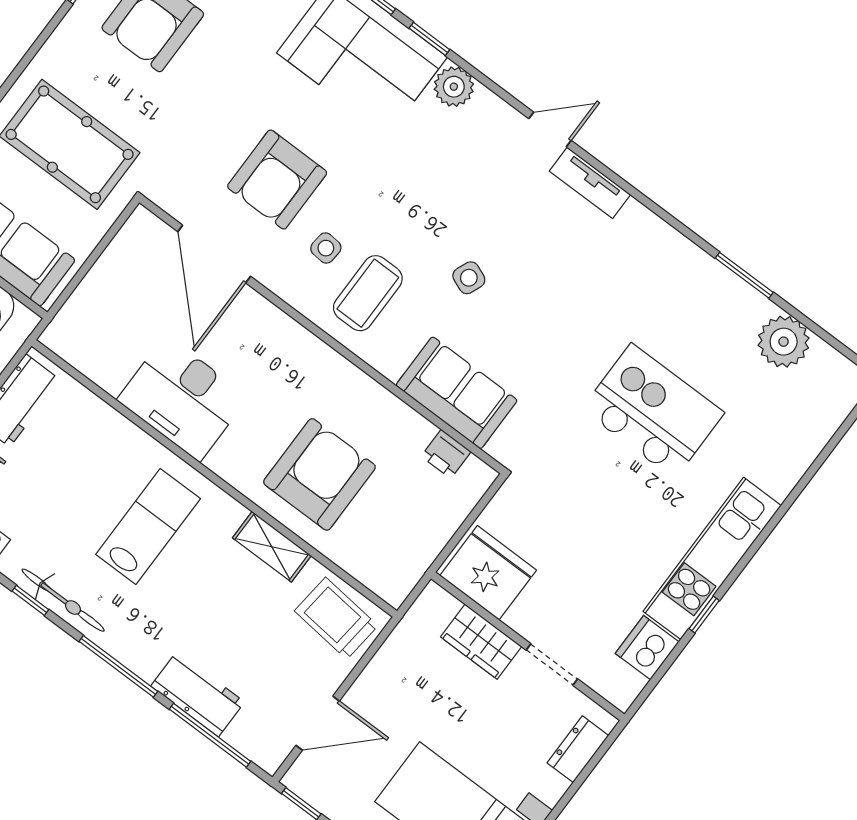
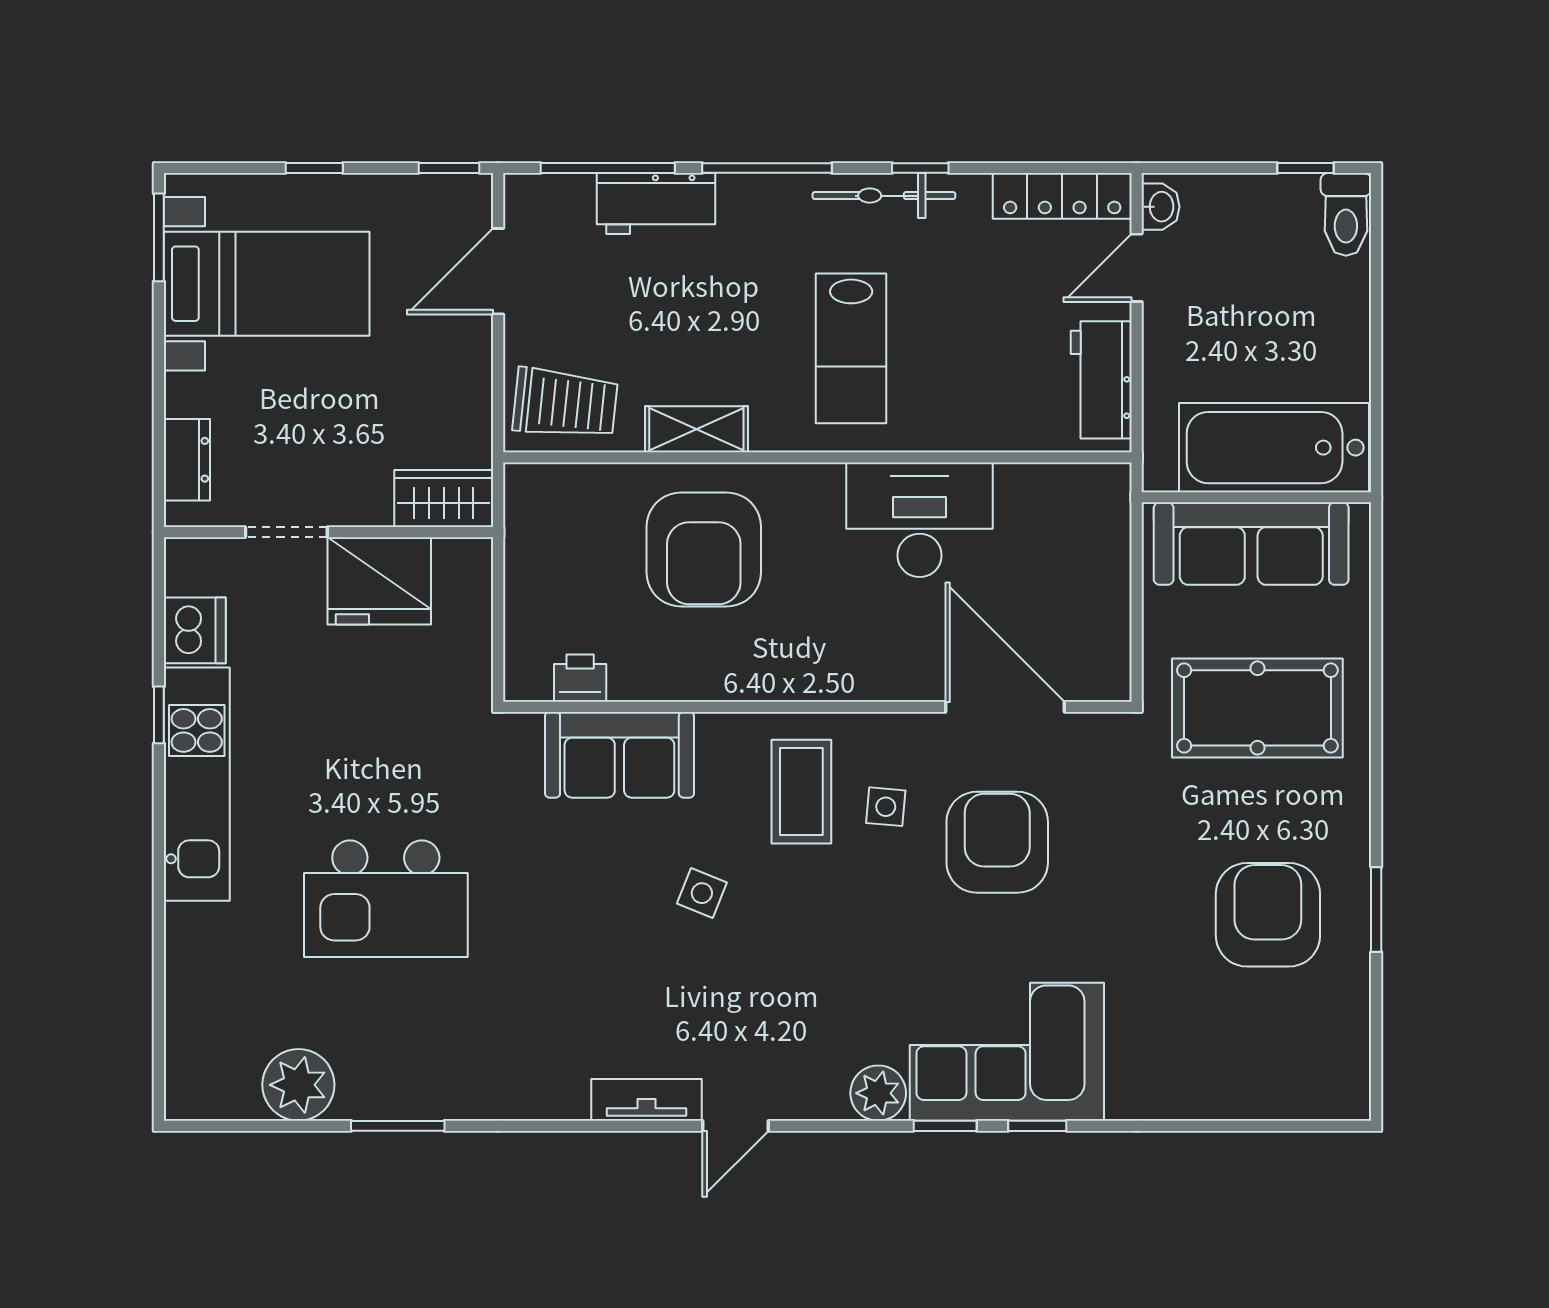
fridge: (488, 573) -> (379, 581), moved
wardrobe: (481, 642) -> (444, 499), moved

